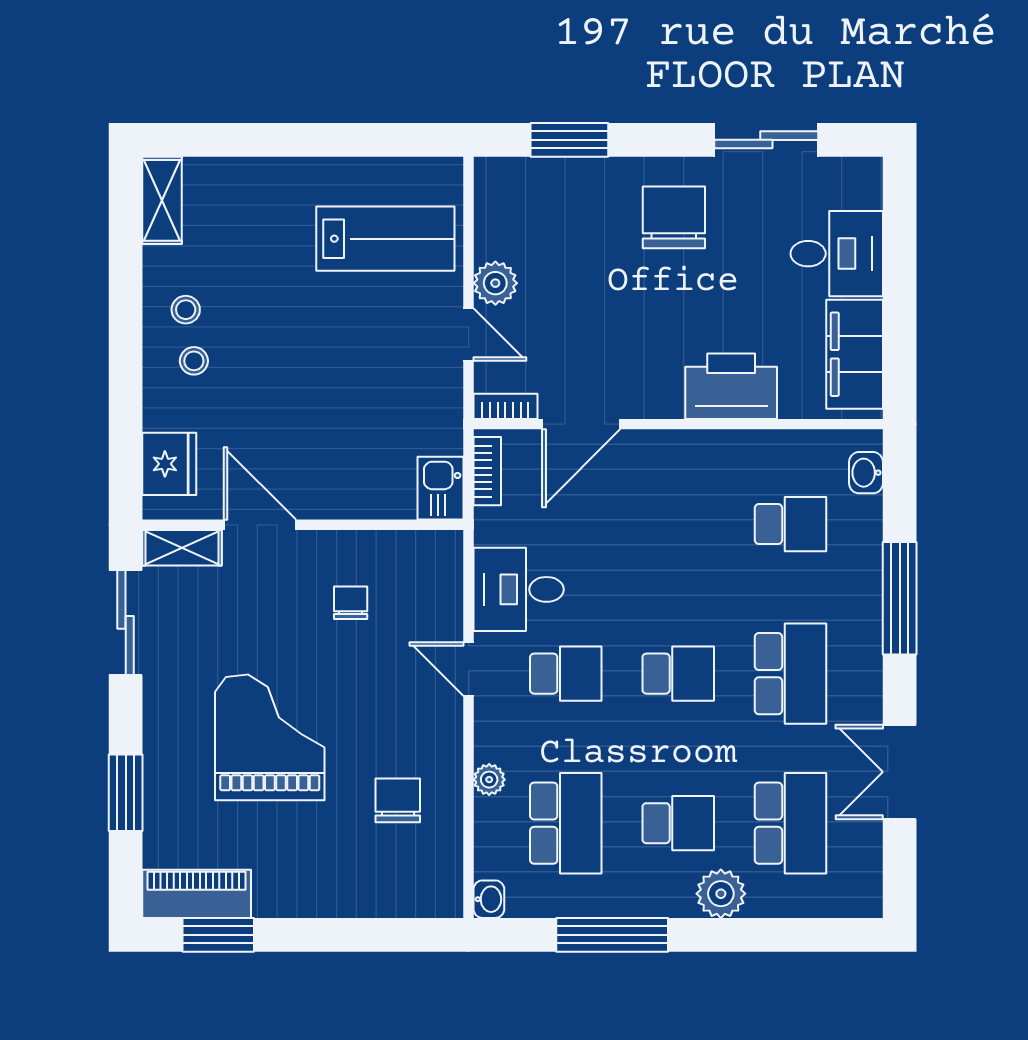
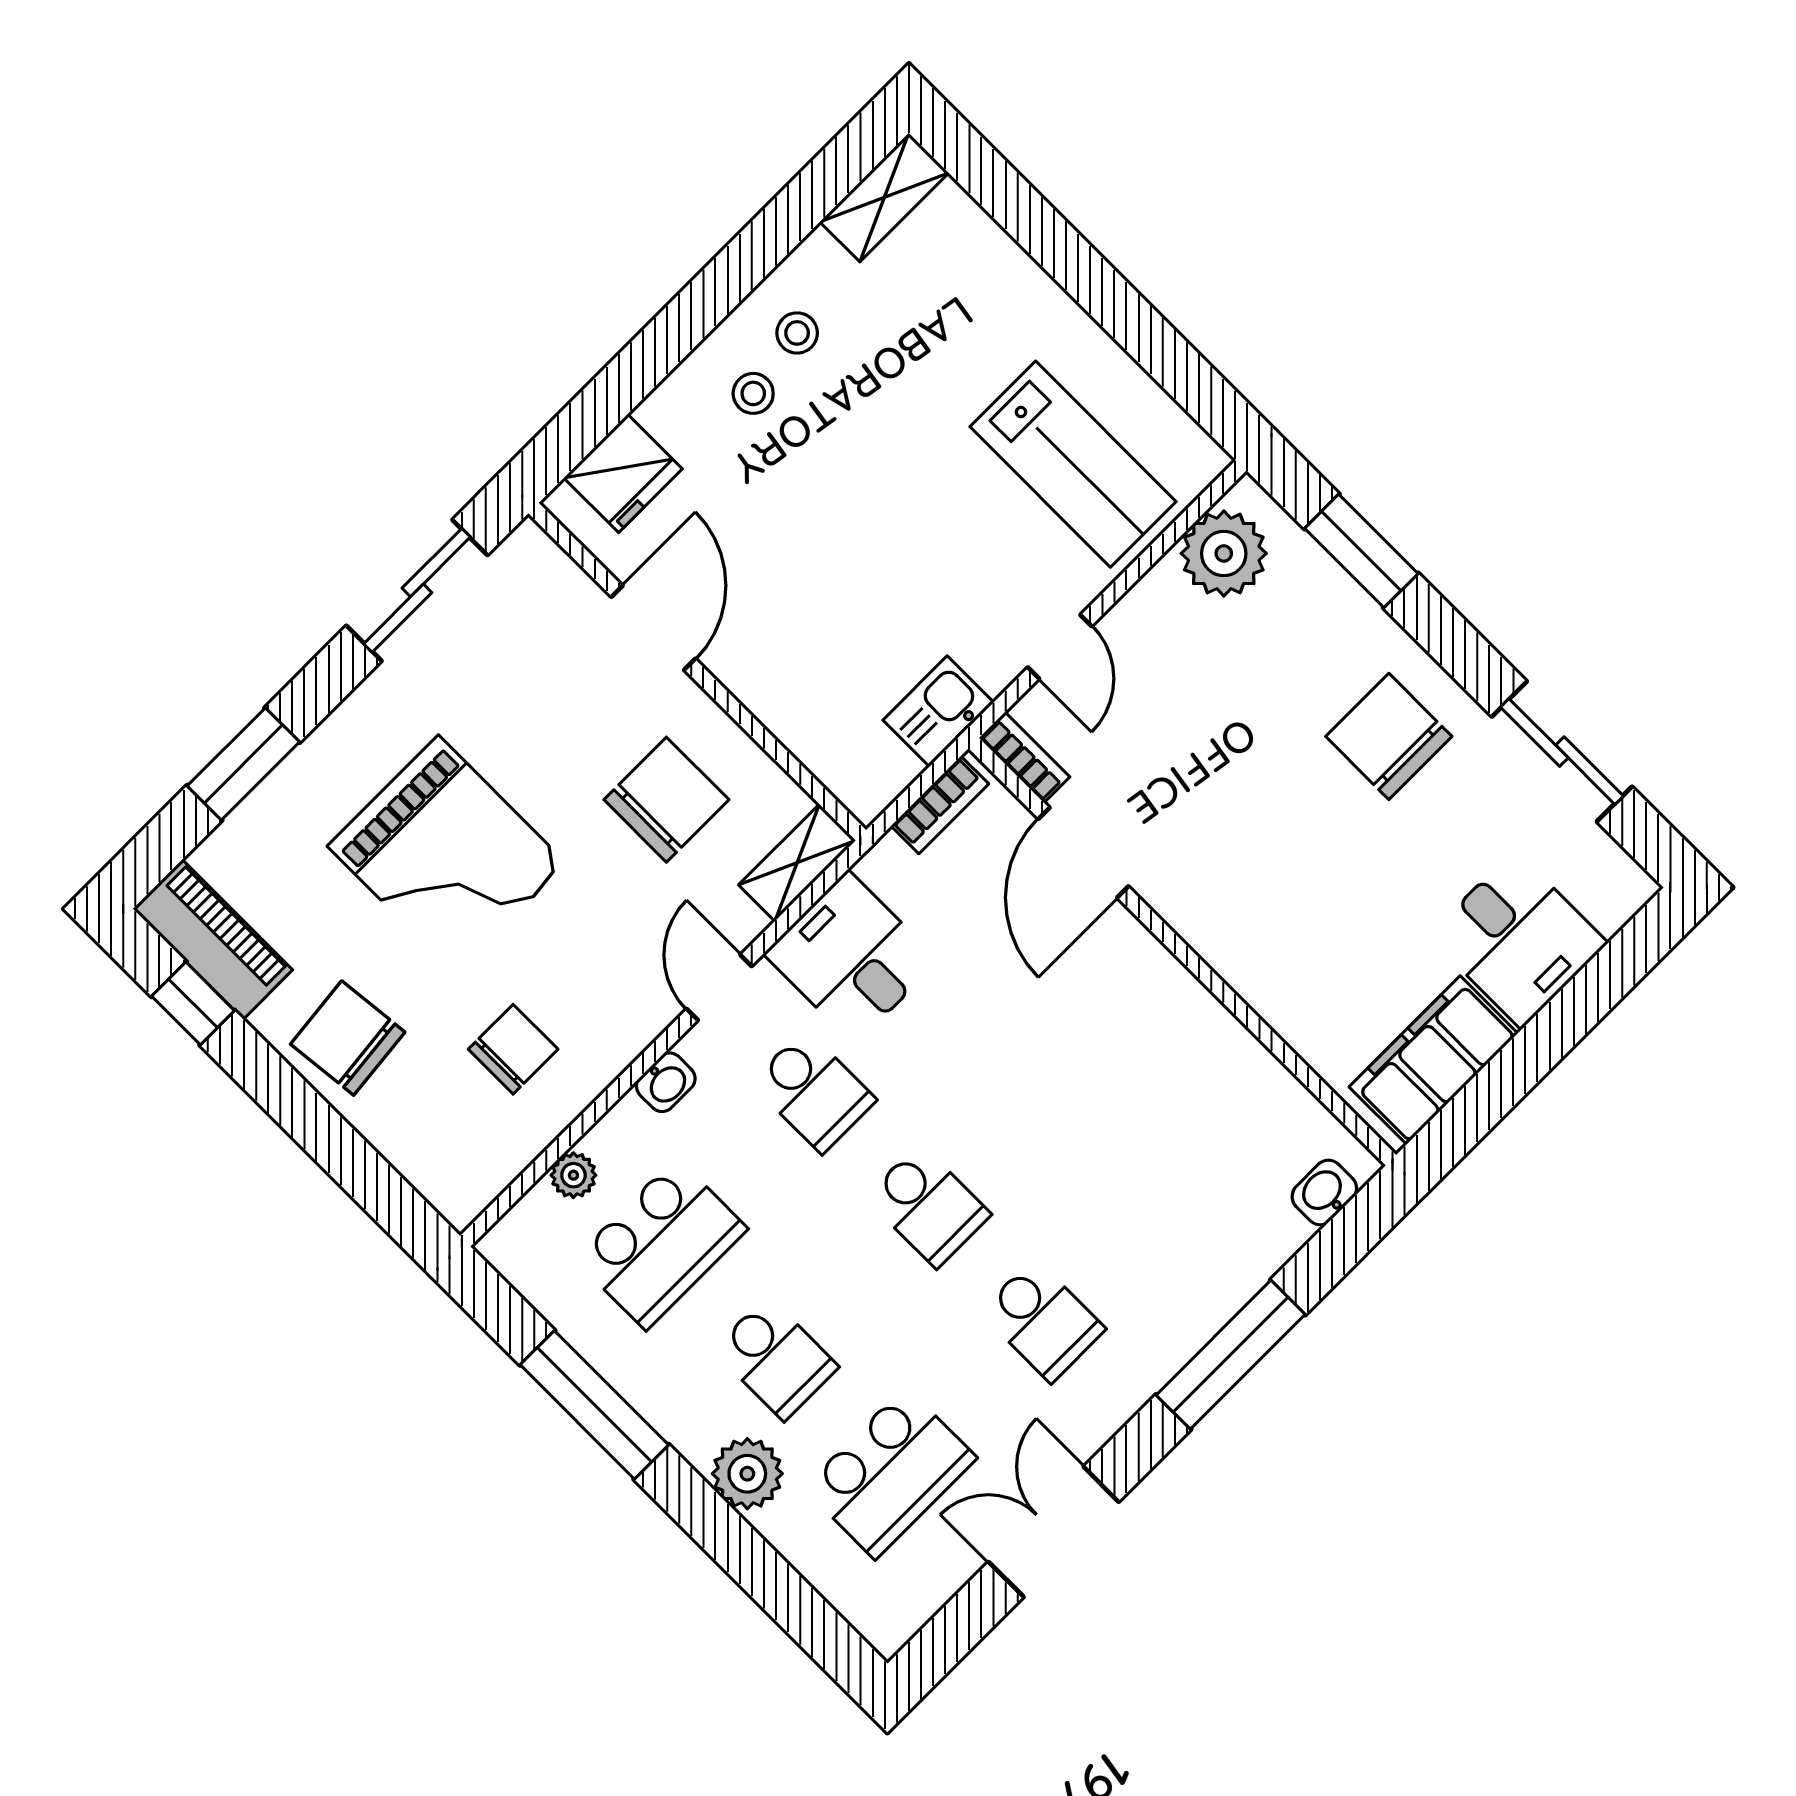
chair: (674, 217) -> (1389, 736), turned -90
plant: (495, 283) -> (1224, 553), moved, width x1.36, depth x1.36
printer: (731, 386) -> (1275, 967), removed
door: (581, 424) -> (1083, 853), hinge flipped
kitchen sink: (441, 488) -> (938, 711), moved
school desk: (791, 524) -> (1195, 1168), removed
shelving: (182, 548) -> (797, 863), moved, turned 90
chair: (351, 603) -> (666, 800), width x1.87, depth x1.87
school desk: (791, 674) -> (1043, 1320), width x0.54
grand piano: (270, 737) -> (447, 855), turned 90
plant: (489, 780) -> (573, 1175), moved
chair: (311, 876) -> (348, 1038), added
washbasin: (489, 899) -> (666, 1082), moved
window: (218, 935) -> (193, 1003), width x0.67

